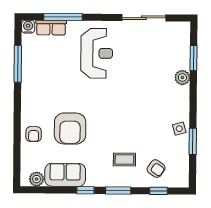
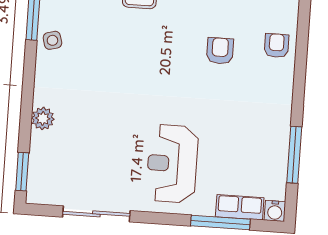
window: (194, 58) -> (22, 172), moved
armchair: (70, 129) -> (220, 51), width x0.53, depth x0.53

